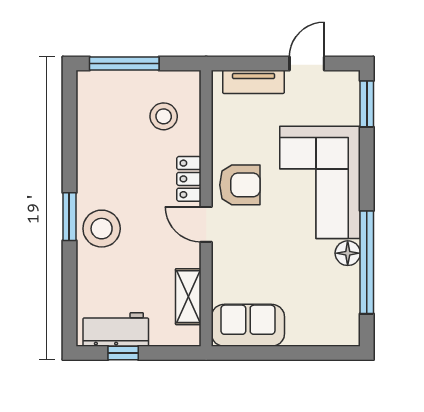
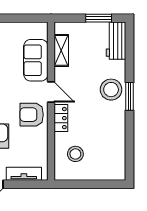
window: (124, 64) -> (98, 184), removed
sofa: (248, 325) -> (36, 60), moved, turned 90
workbench: (116, 329) -> (116, 41), moved, turned 90
window: (123, 353) -> (99, 18), width x1.50

